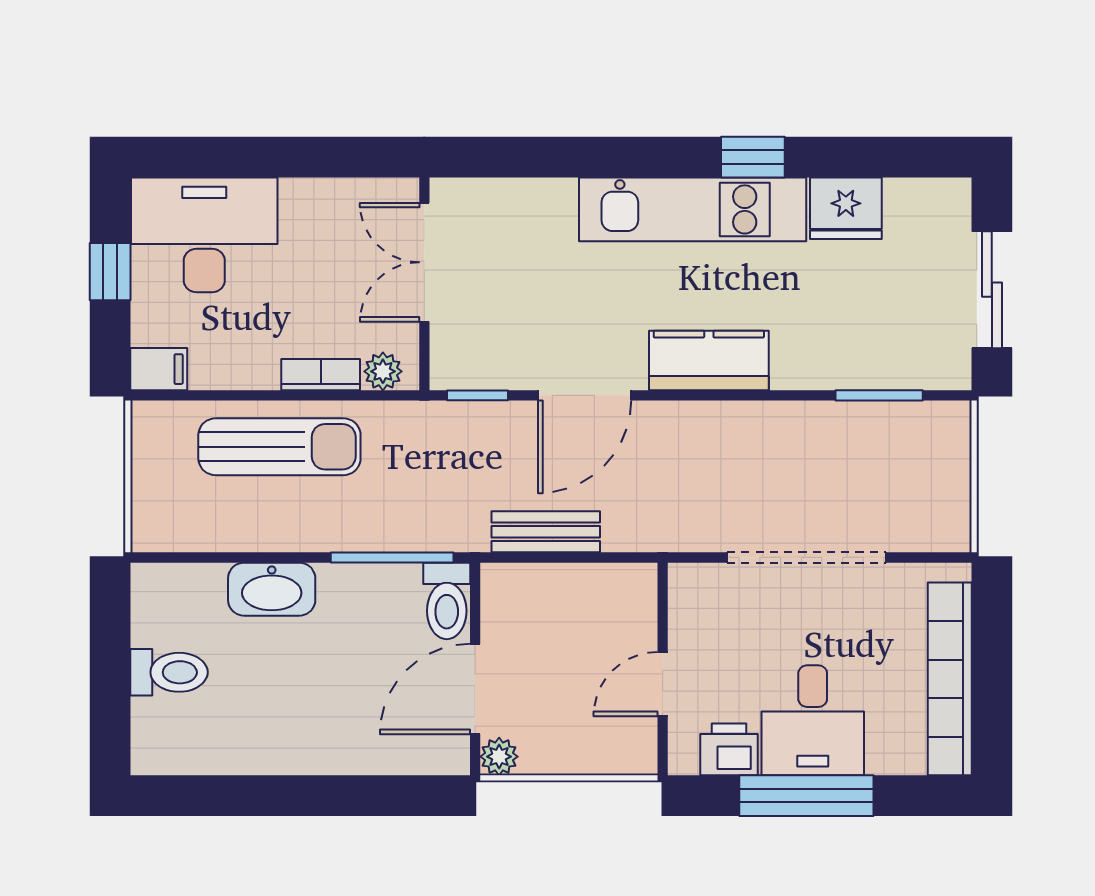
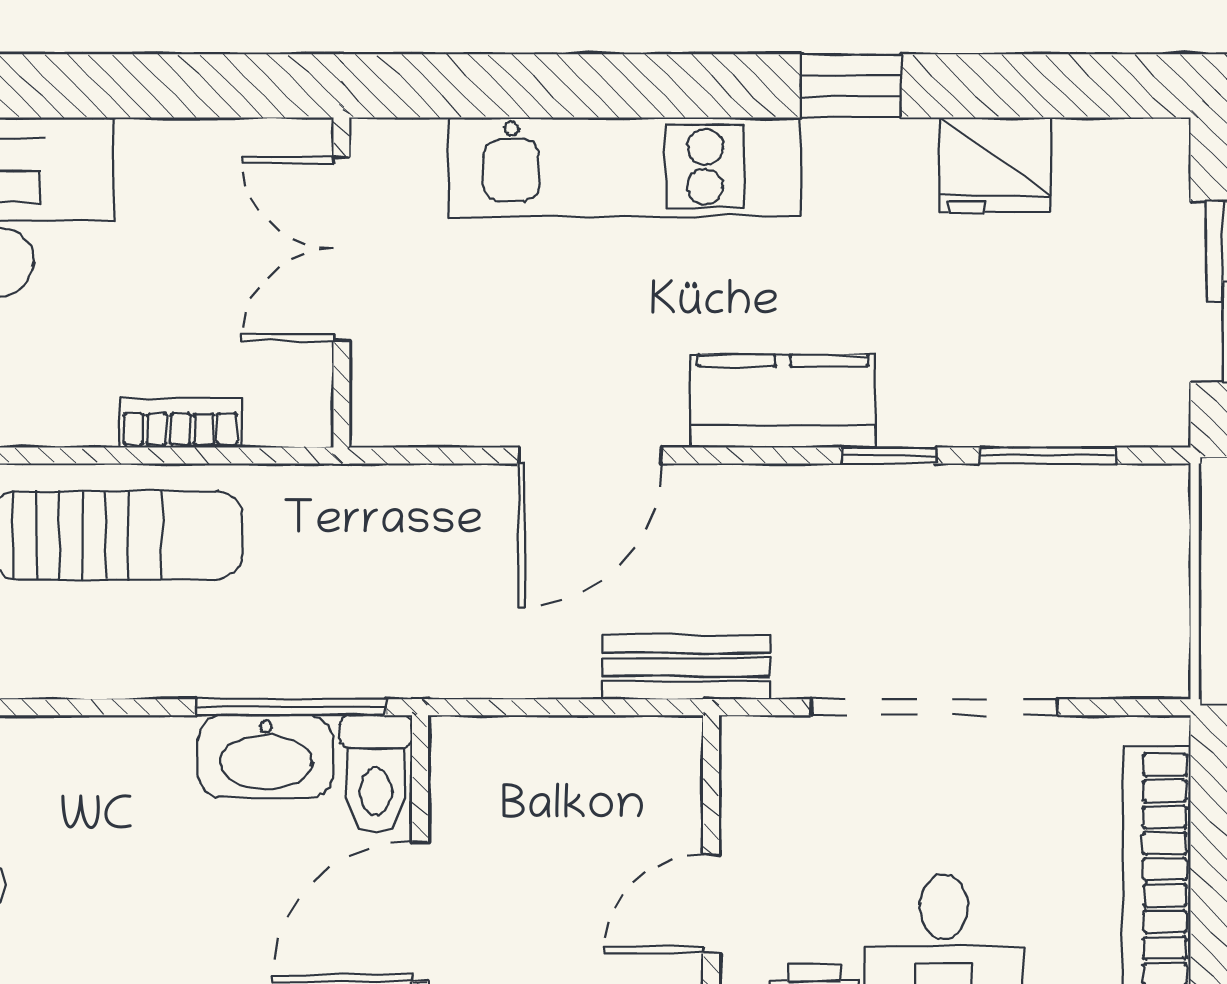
kitchen unit: (693, 209) -> (624, 167), moved
plant: (383, 371) -> (277, 418), removed
window: (478, 395) -> (889, 455), moved
bench: (546, 532) -> (686, 667), moved
washbasin: (272, 589) -> (266, 756), moved

